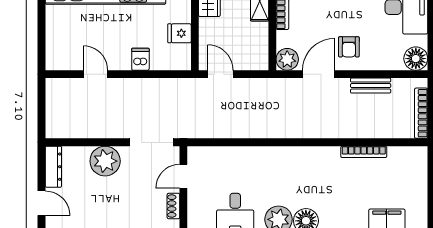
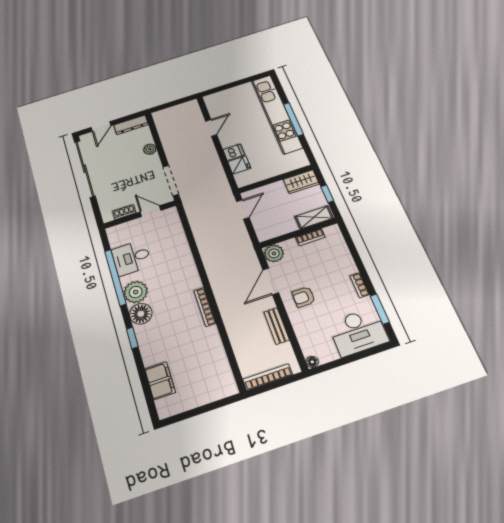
fridge: (179, 33) -> (239, 165), moved, turned 90
floor lamp: (416, 59) -> (312, 362), width x0.53, depth x0.53
door: (319, 74) -> (271, 281), swing flipped
bookcase: (364, 152) -> (205, 307), moved
plant: (105, 161) -> (150, 149), width x0.53, depth x0.53

